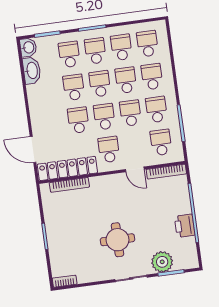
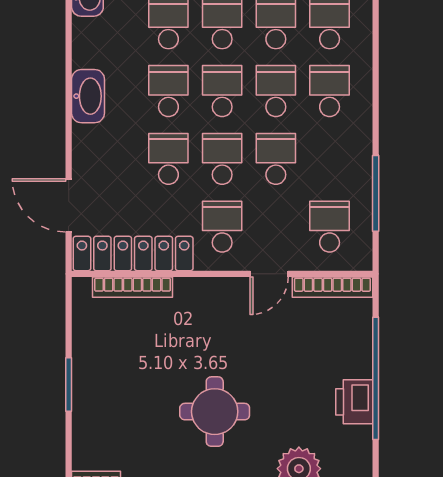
washbasin: (32, 71) -> (88, 96), moved
school desk: (156, 110) -> (330, 159), removed
door: (135, 169) -> (269, 274), hinge flipped

